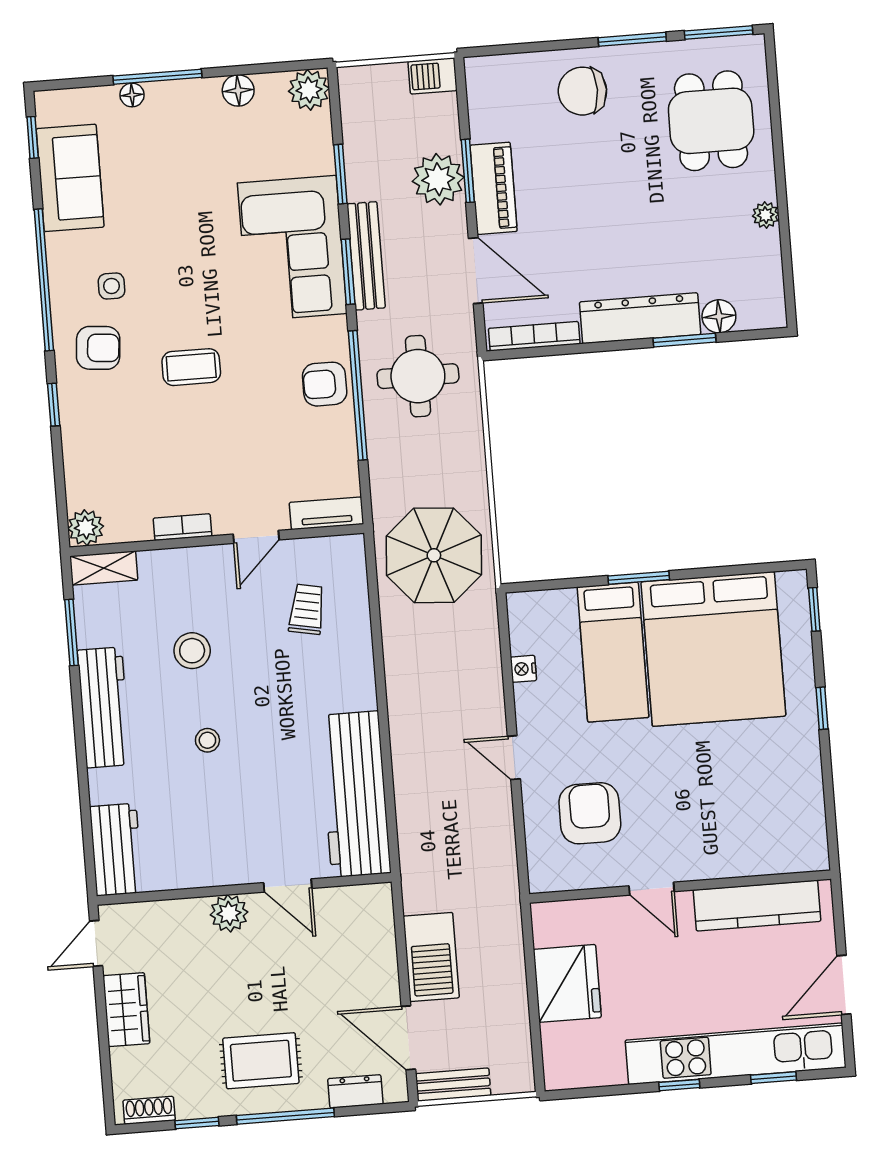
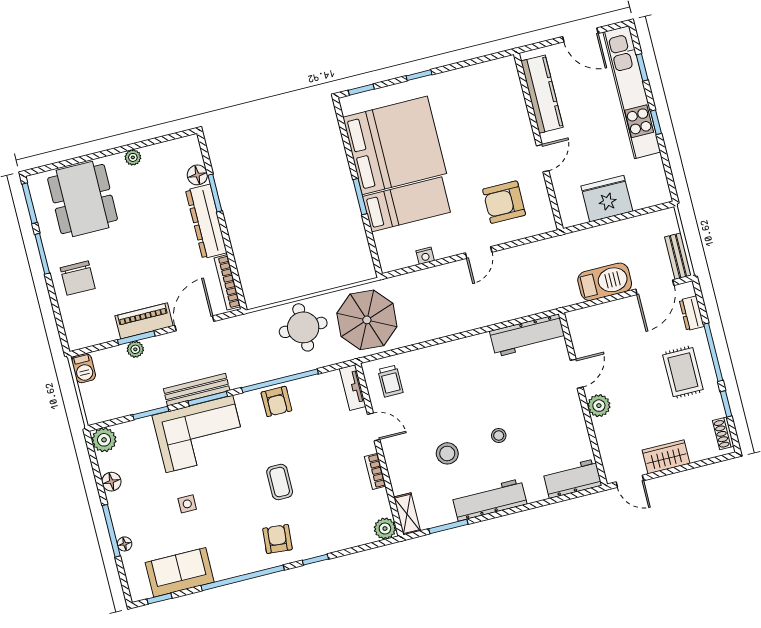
dining table: (711, 121) -> (83, 199), width x1.38
plant: (438, 179) -> (135, 349), width x0.53, depth x0.53
side table: (112, 286) -> (187, 504), moved
round table: (418, 376) -> (303, 327), moved
trolley: (307, 609) -> (390, 381), moved, turned -101
workbench: (355, 794) -> (528, 335), width x0.73, depth x0.76

